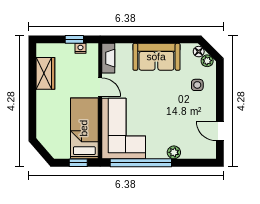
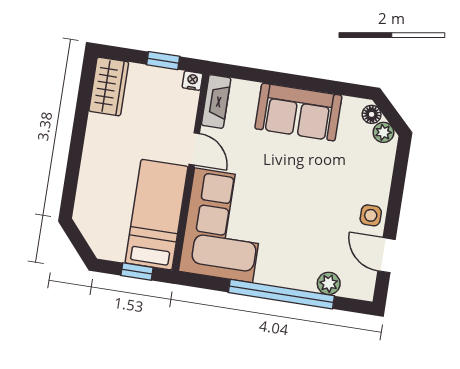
nightstand: (80, 48) -> (192, 81), moved
wardrobe: (45, 73) -> (109, 86), moved
side table: (197, 85) -> (371, 215), moved
plant: (174, 152) -> (329, 283), moved
window: (141, 163) -> (281, 294), moved

